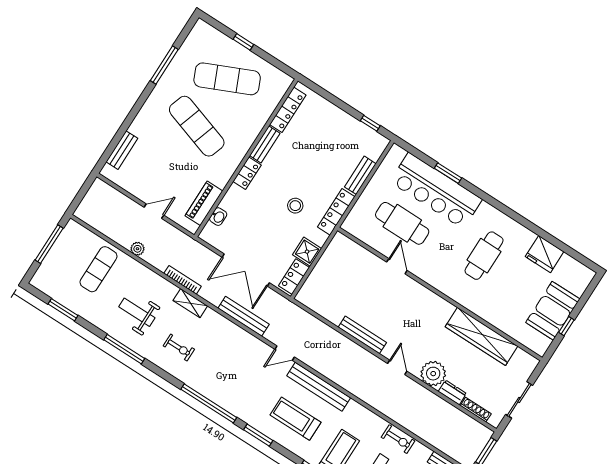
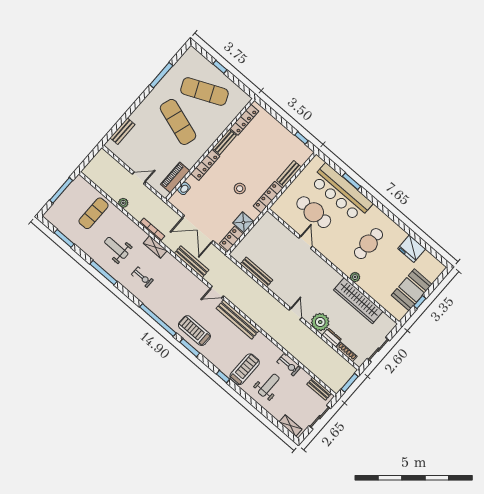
locker: (247, 173) -> (205, 165), width x1.53
plant: (472, 305) -> (355, 277), added
bench: (362, 335) -> (256, 272), moved
treadmill: (295, 419) -> (194, 331), moved

